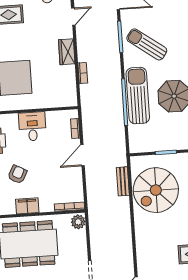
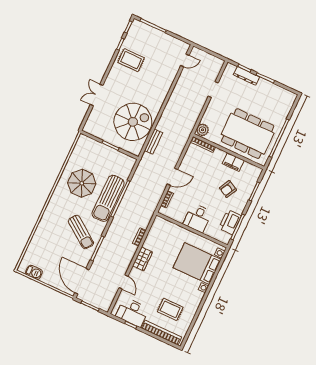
door: (73, 17) -> (124, 282), swing flipped

